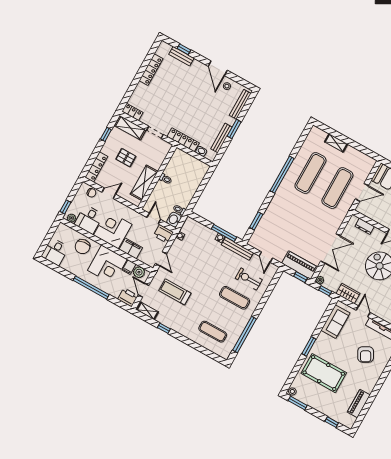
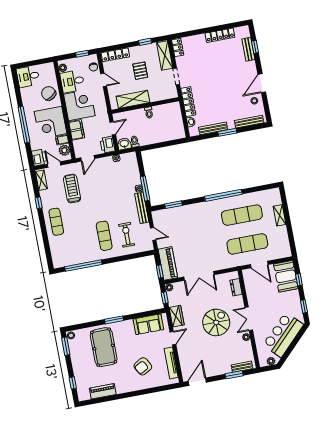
window: (65, 207) -> (82, 54), moved
chair: (83, 247) -> (49, 93), turned 63
door: (266, 257) -> (153, 234), swing flipped
door: (144, 290) -> (54, 165), hinge flipped
exercise mat: (213, 332) -> (56, 222), moved

